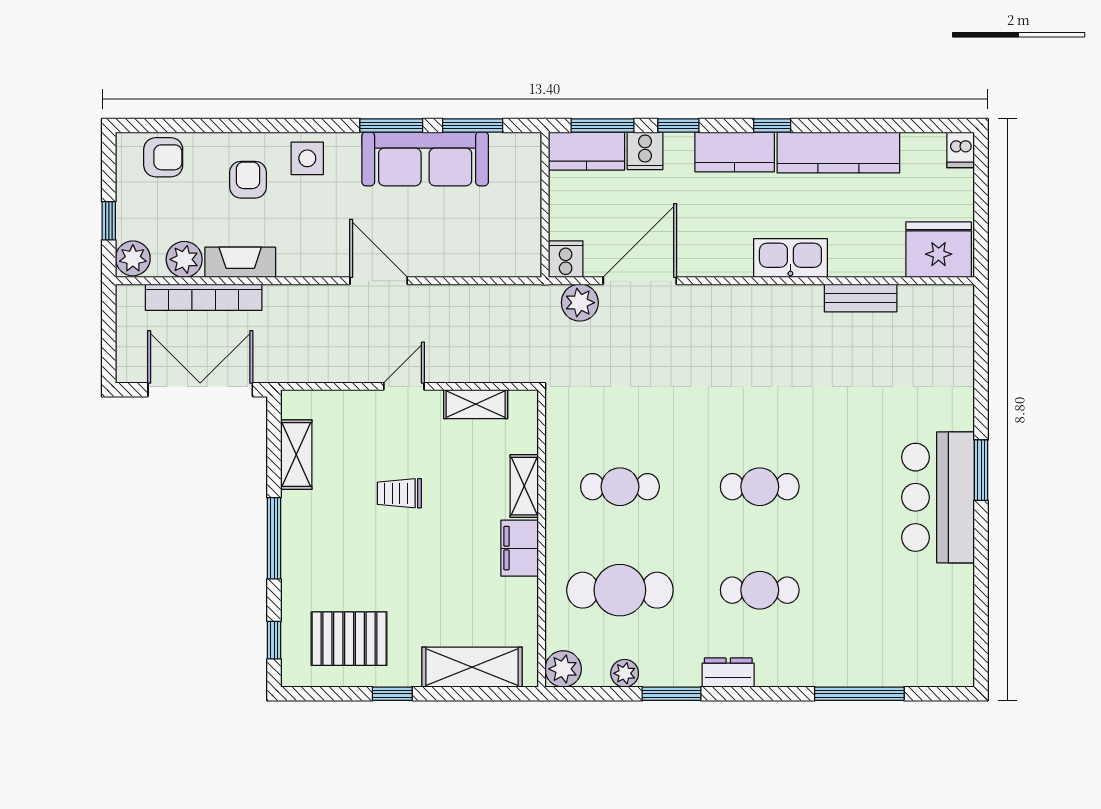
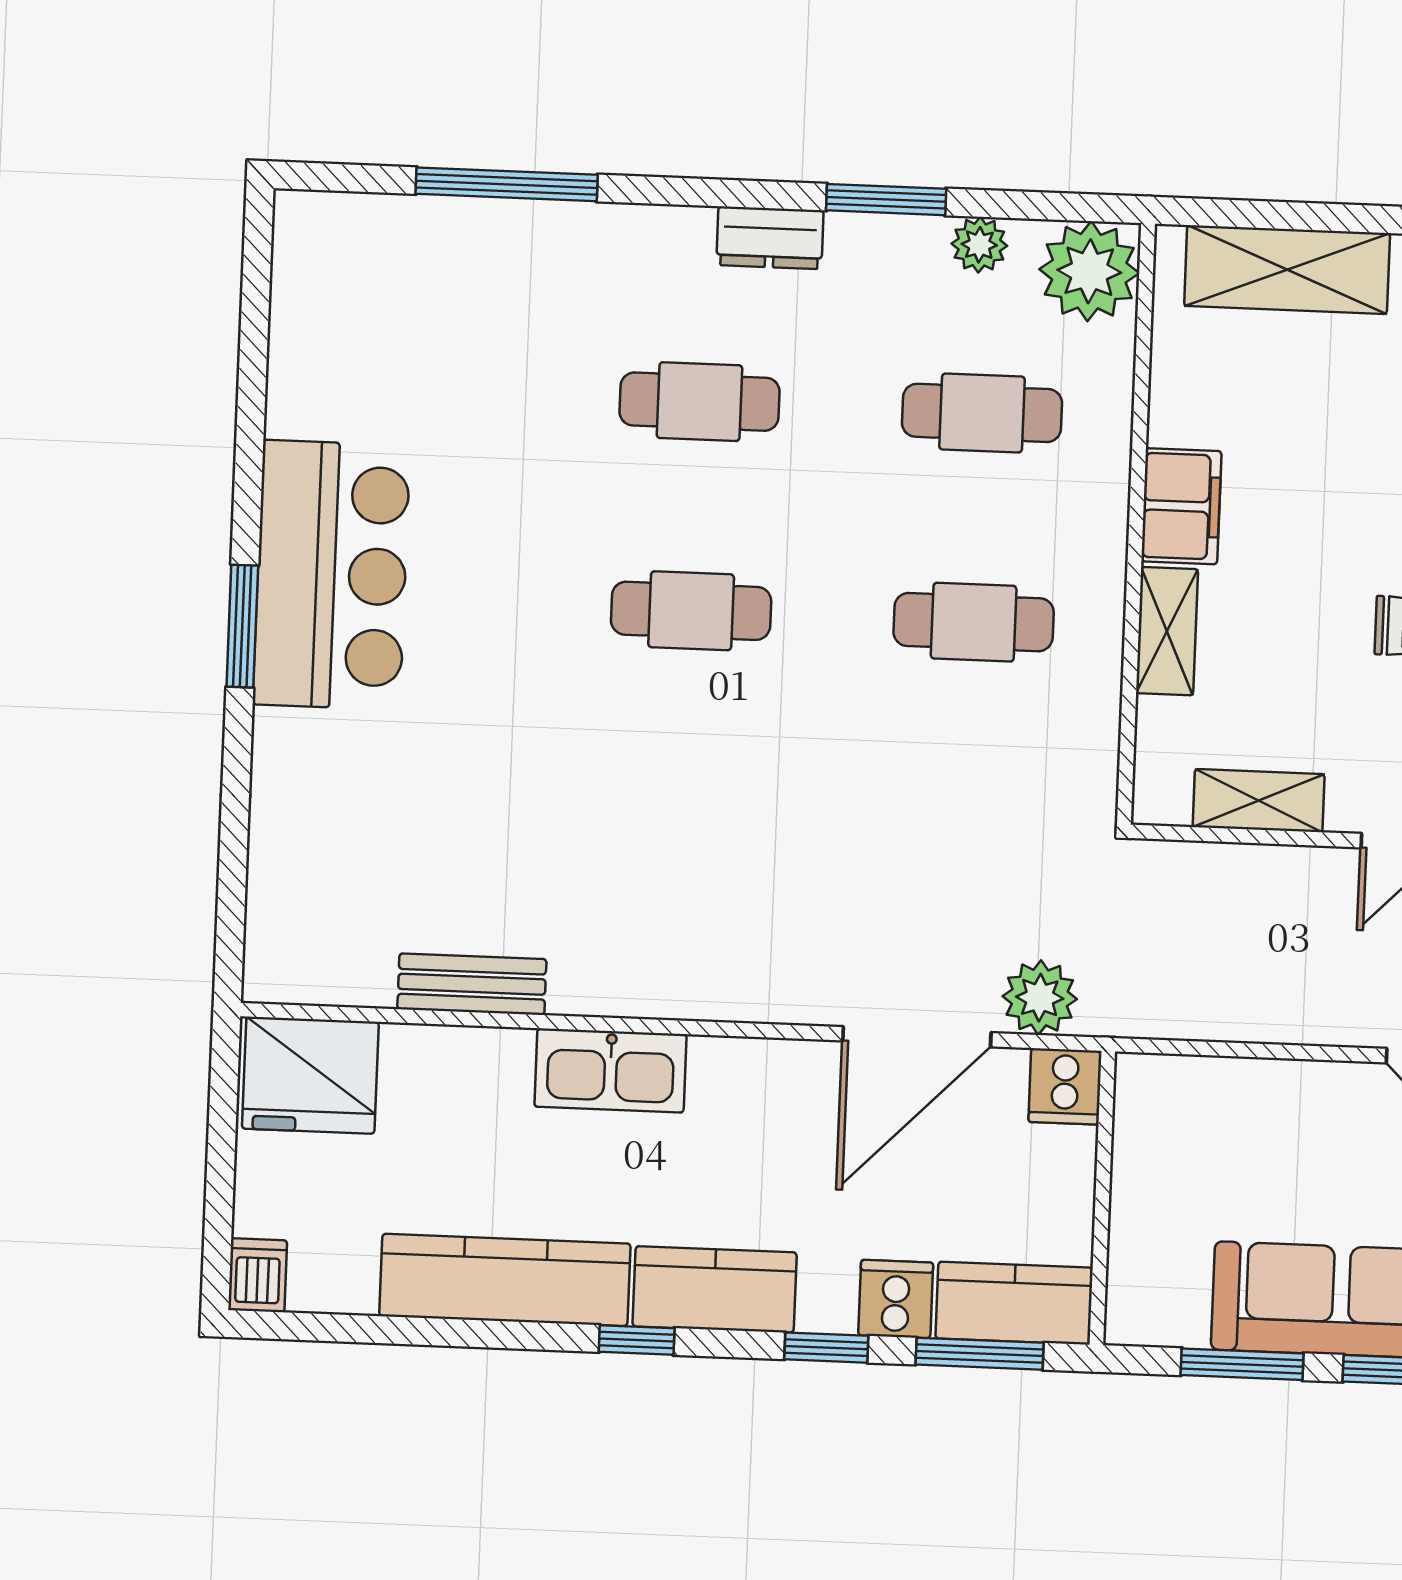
cafe table: (620, 590) -> (982, 413), width x0.73, depth x0.74
plant: (563, 669) -> (1089, 271), width x1.36, depth x1.36

